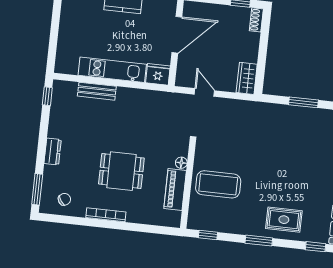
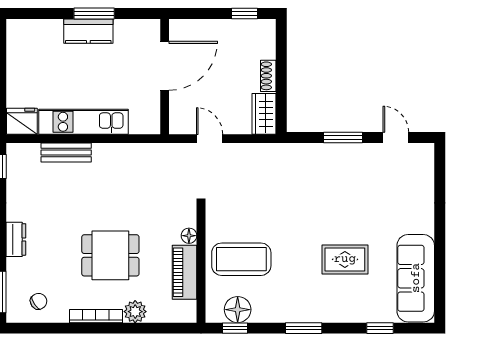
shoe rack: (256, 20) -> (268, 76), moved
fridge: (158, 74) -> (22, 121), moved
plant: (135, 215) -> (135, 312), added
rug: (284, 220) -> (345, 259), moved
floor lamp: (211, 221) -> (238, 310), added

